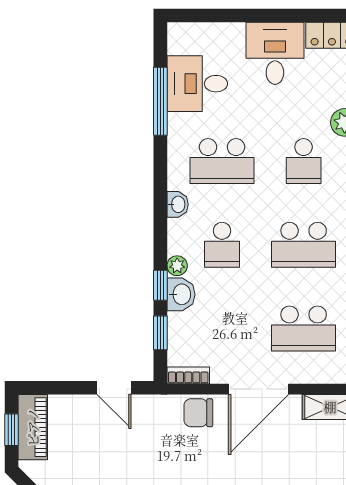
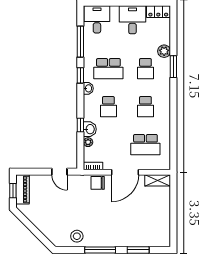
desk: (197, 84) -> (97, 19), moved, turned 90
school desk: (304, 245) -> (145, 107), width x0.54
plant: (177, 266) -> (88, 142), moved
window: (160, 333) -> (80, 75), moved

